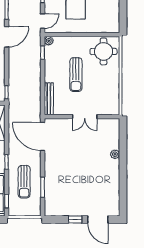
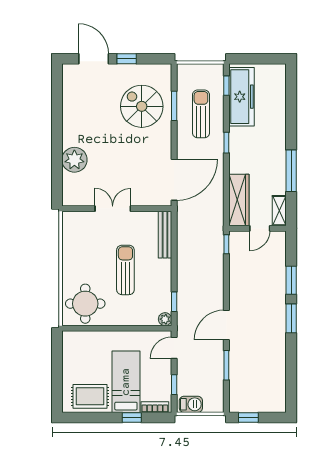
door: (43, 137) -> (174, 180), hinge flipped
plant: (115, 154) -> (74, 160), width x1.88, depth x1.88
spiral stairs: (65, 187) -> (142, 106), added

